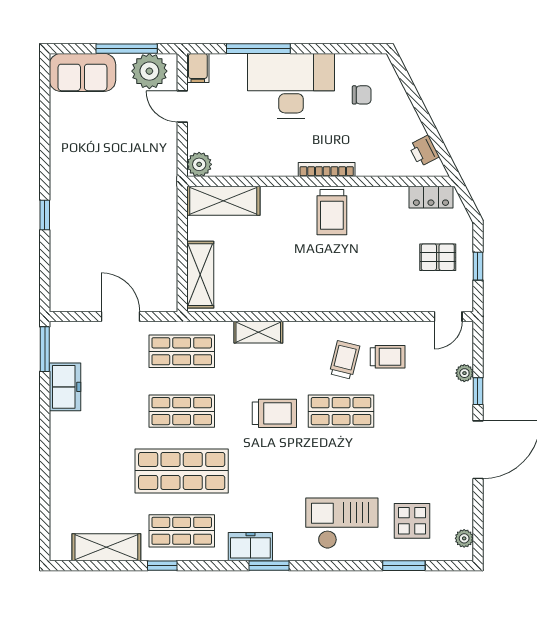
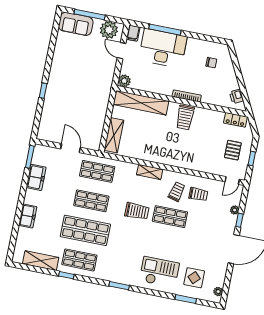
window: (127, 49) -> (90, 15), moved
desk: (291, 86) -> (163, 48), moved
shelving: (223, 201) -> (141, 103), width x1.47
pallet: (438, 257) -> (233, 150), turned 90
shelving: (258, 332) -> (150, 172), moved
freezer: (250, 547) -> (28, 216), moved, turned 90

